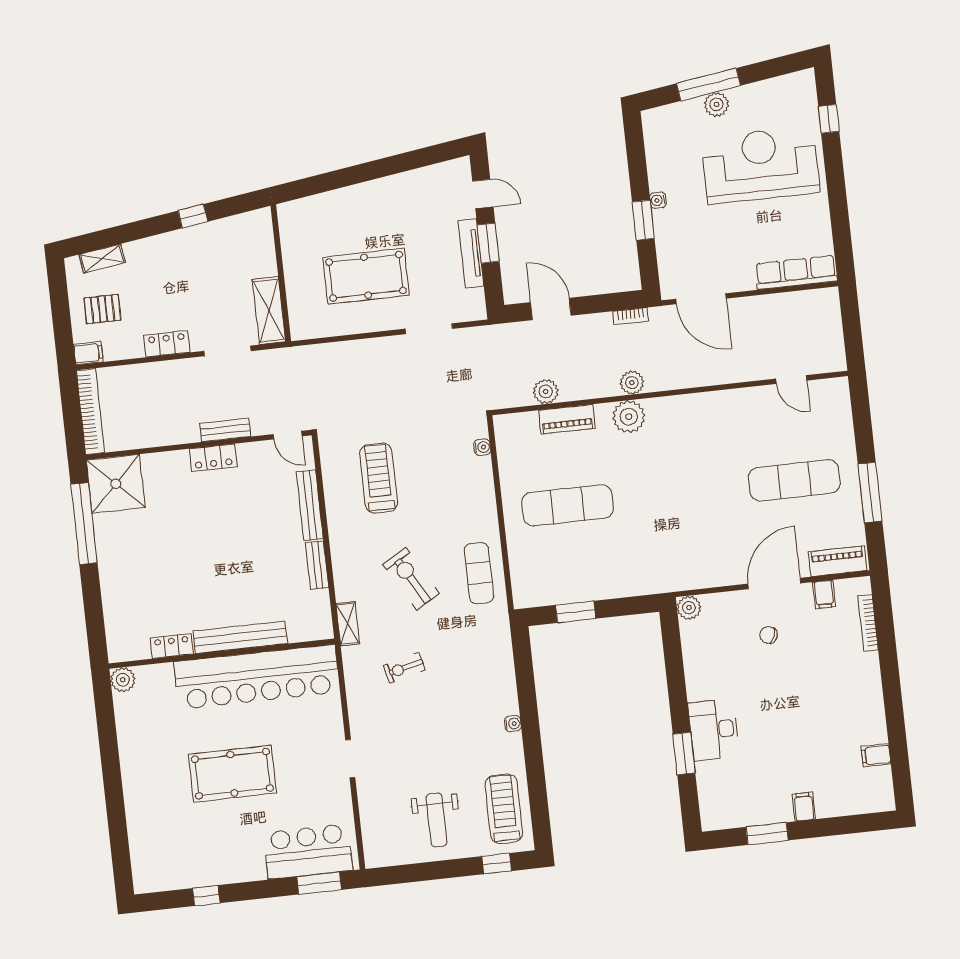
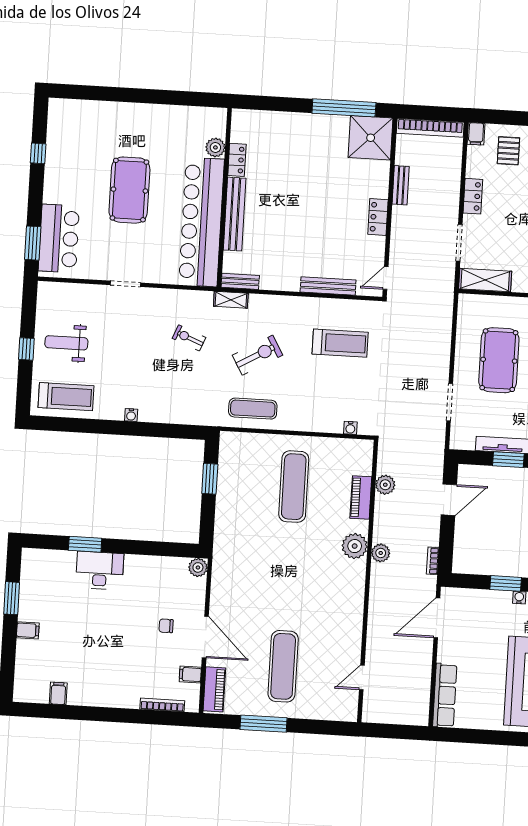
bench: (225, 430) -> (401, 185), moved
bench: (317, 565) -> (240, 281), moved
chair: (769, 635) -> (166, 626), turned -110
exercise bike: (404, 668) -> (189, 338), turned -54
plant: (123, 680) -> (215, 147), moved
window: (497, 864) -> (26, 349), moved

